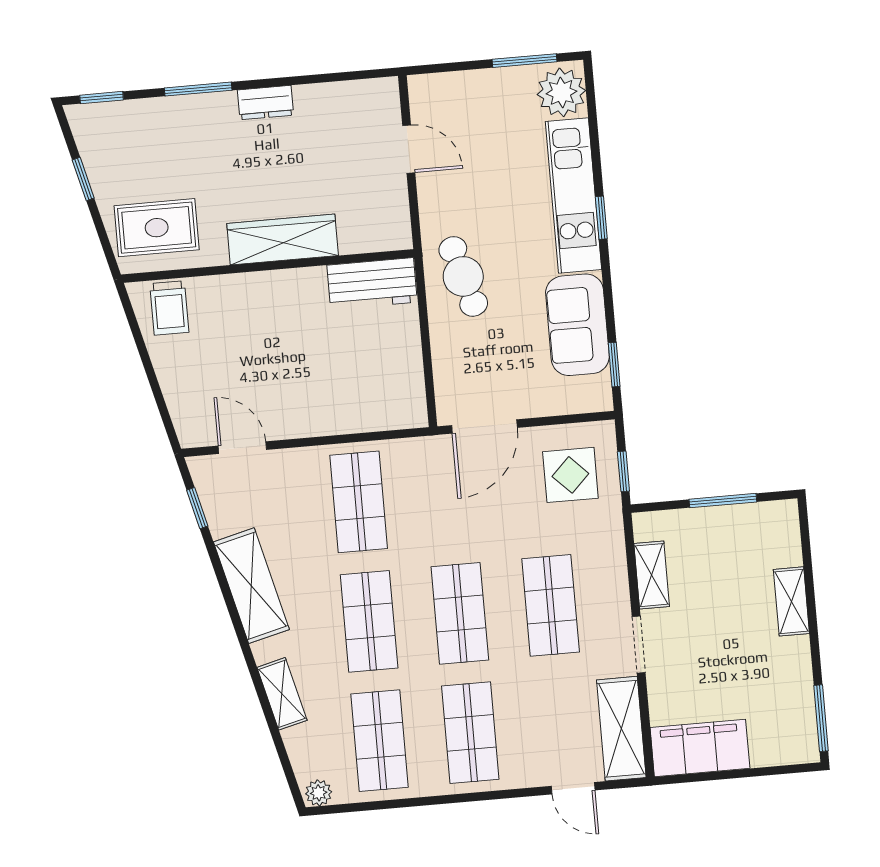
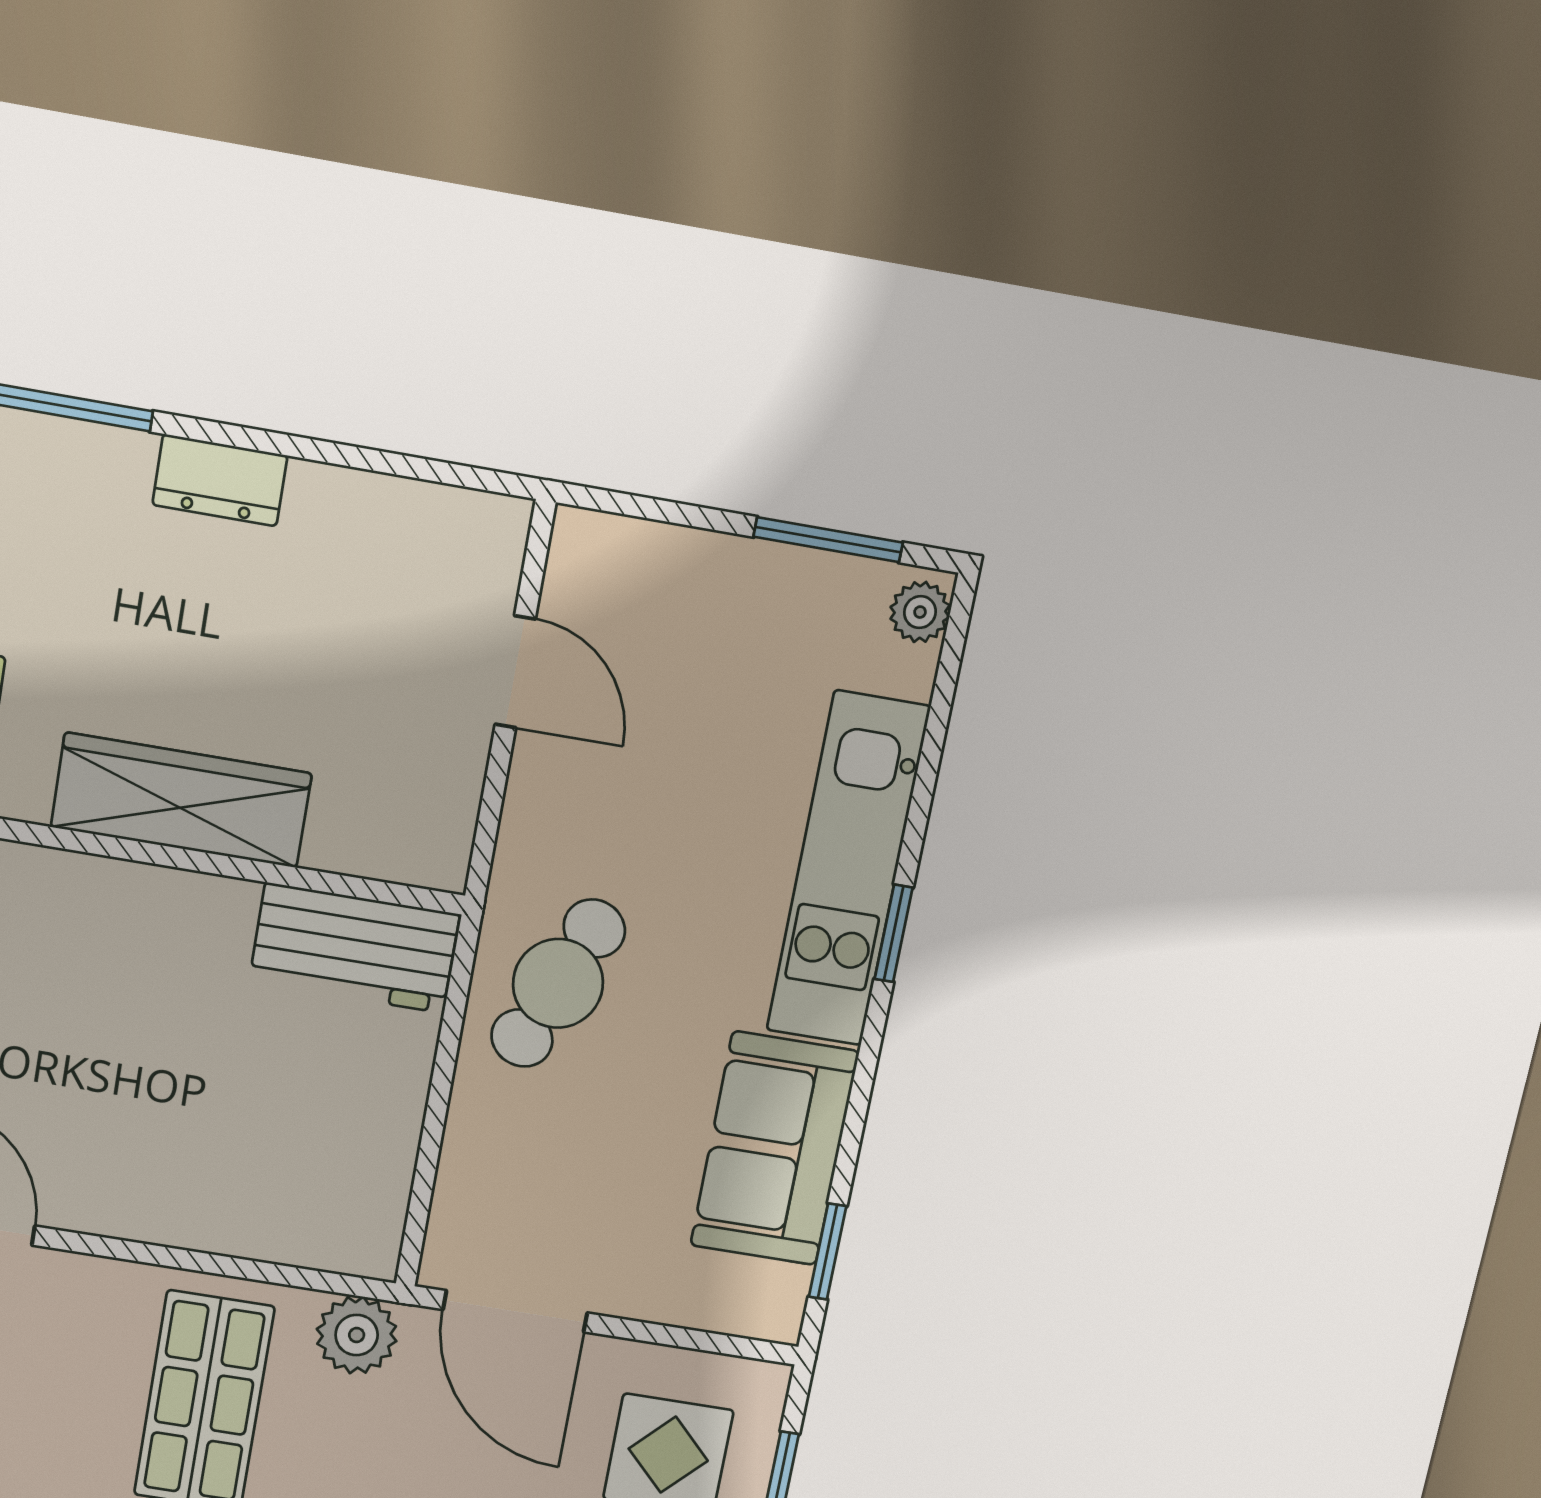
plant: (561, 92) -> (920, 612), width x0.53, depth x0.53
cafe table: (463, 276) -> (558, 983), turned 39
door: (484, 426) -> (515, 1311), hinge flipped
plant: (418, 455) -> (357, 1335), added

